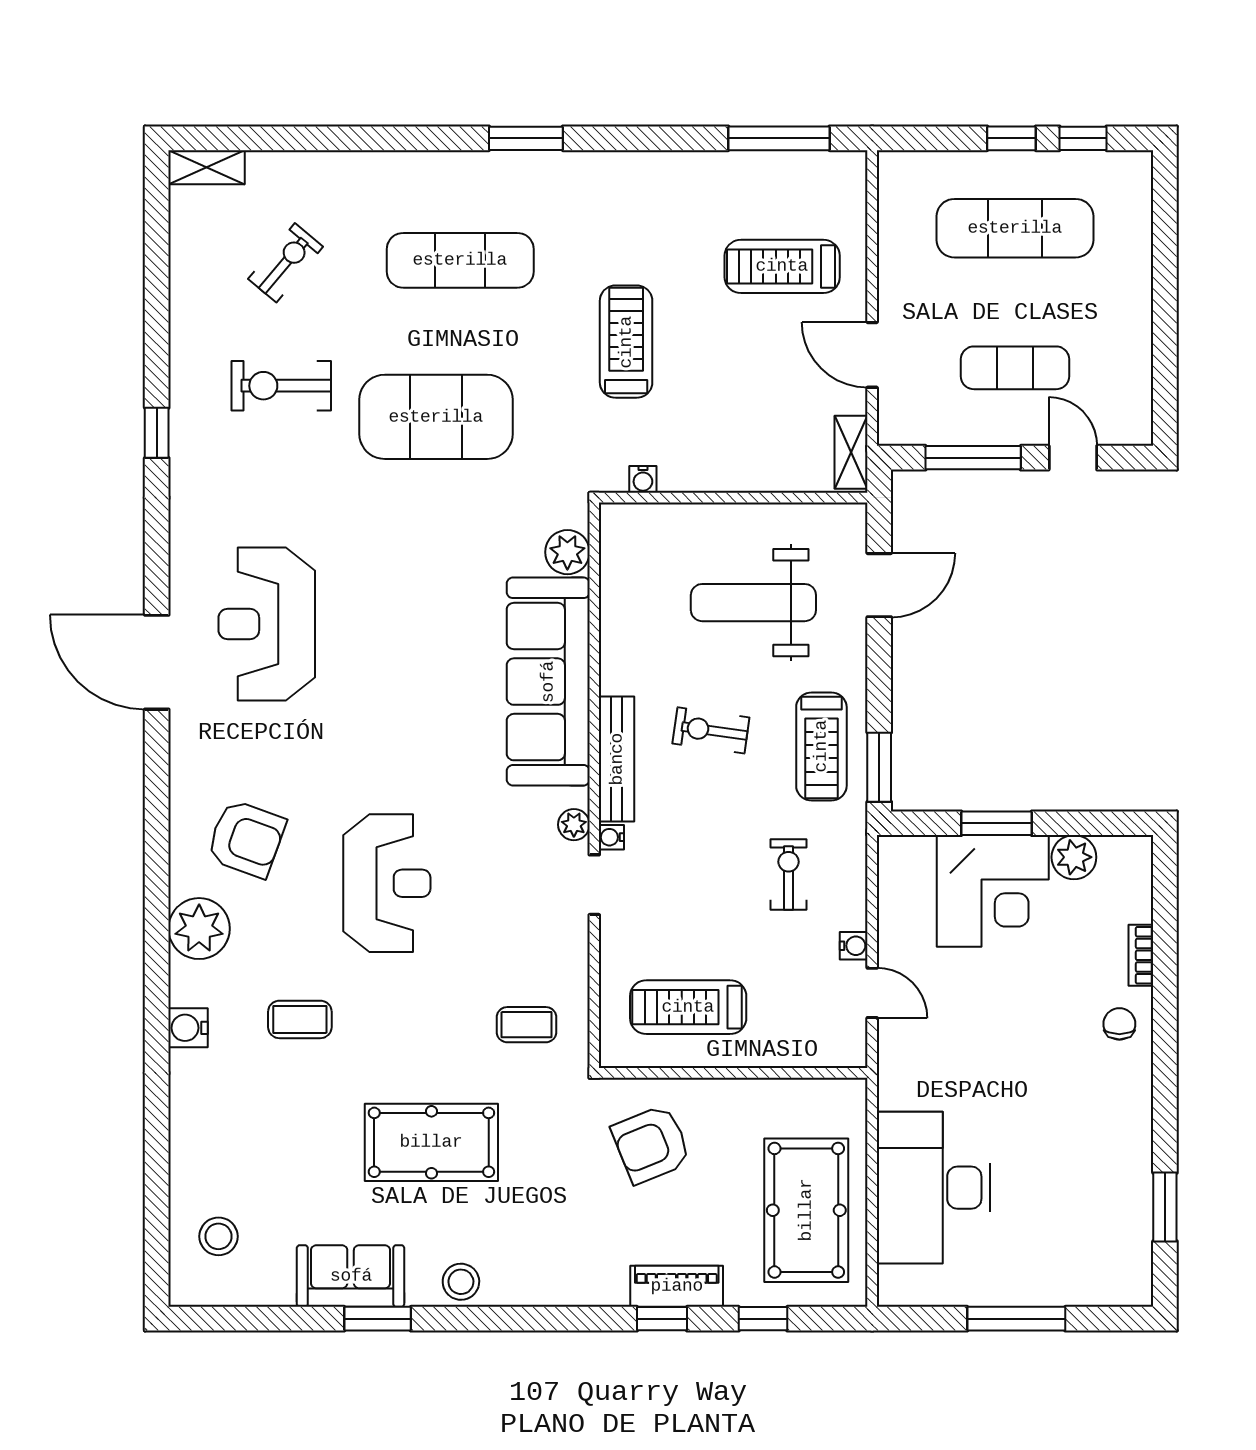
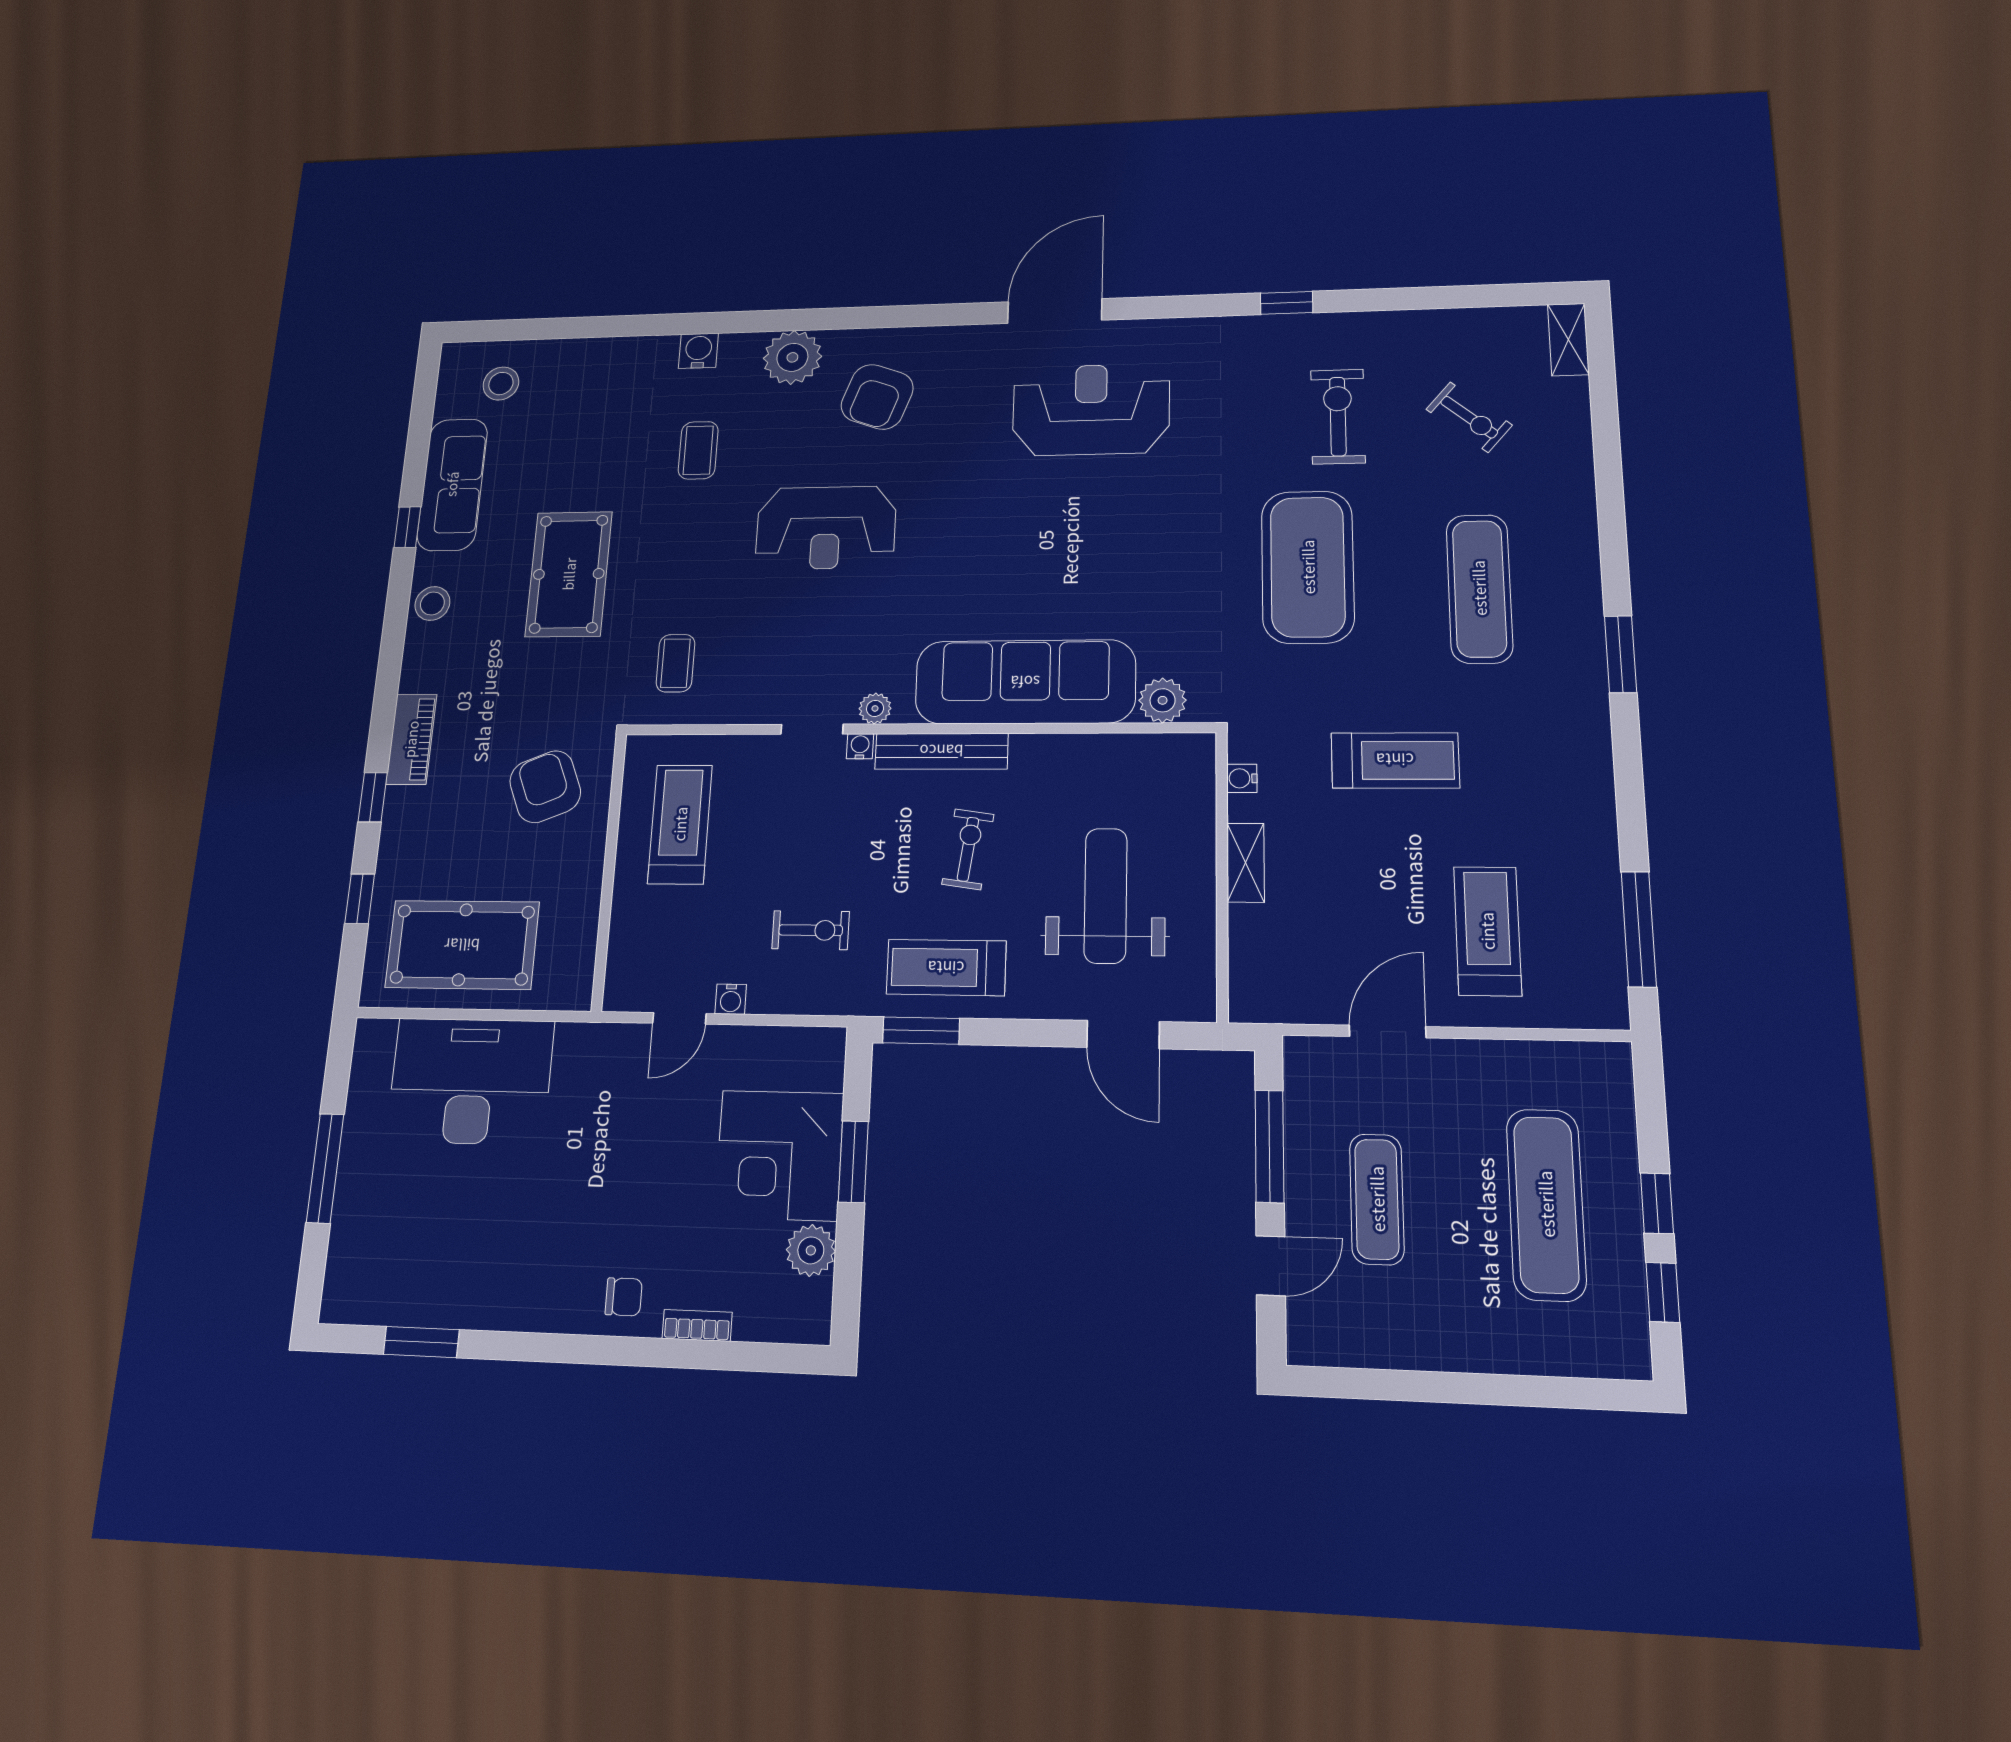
shelving: (851, 452) -> (1246, 863), moved, turned 90
sofa: (351, 1276) -> (452, 484), width x1.36
piano: (677, 1286) -> (411, 739), moved
window: (378, 1319) -> (407, 527), width x0.67

